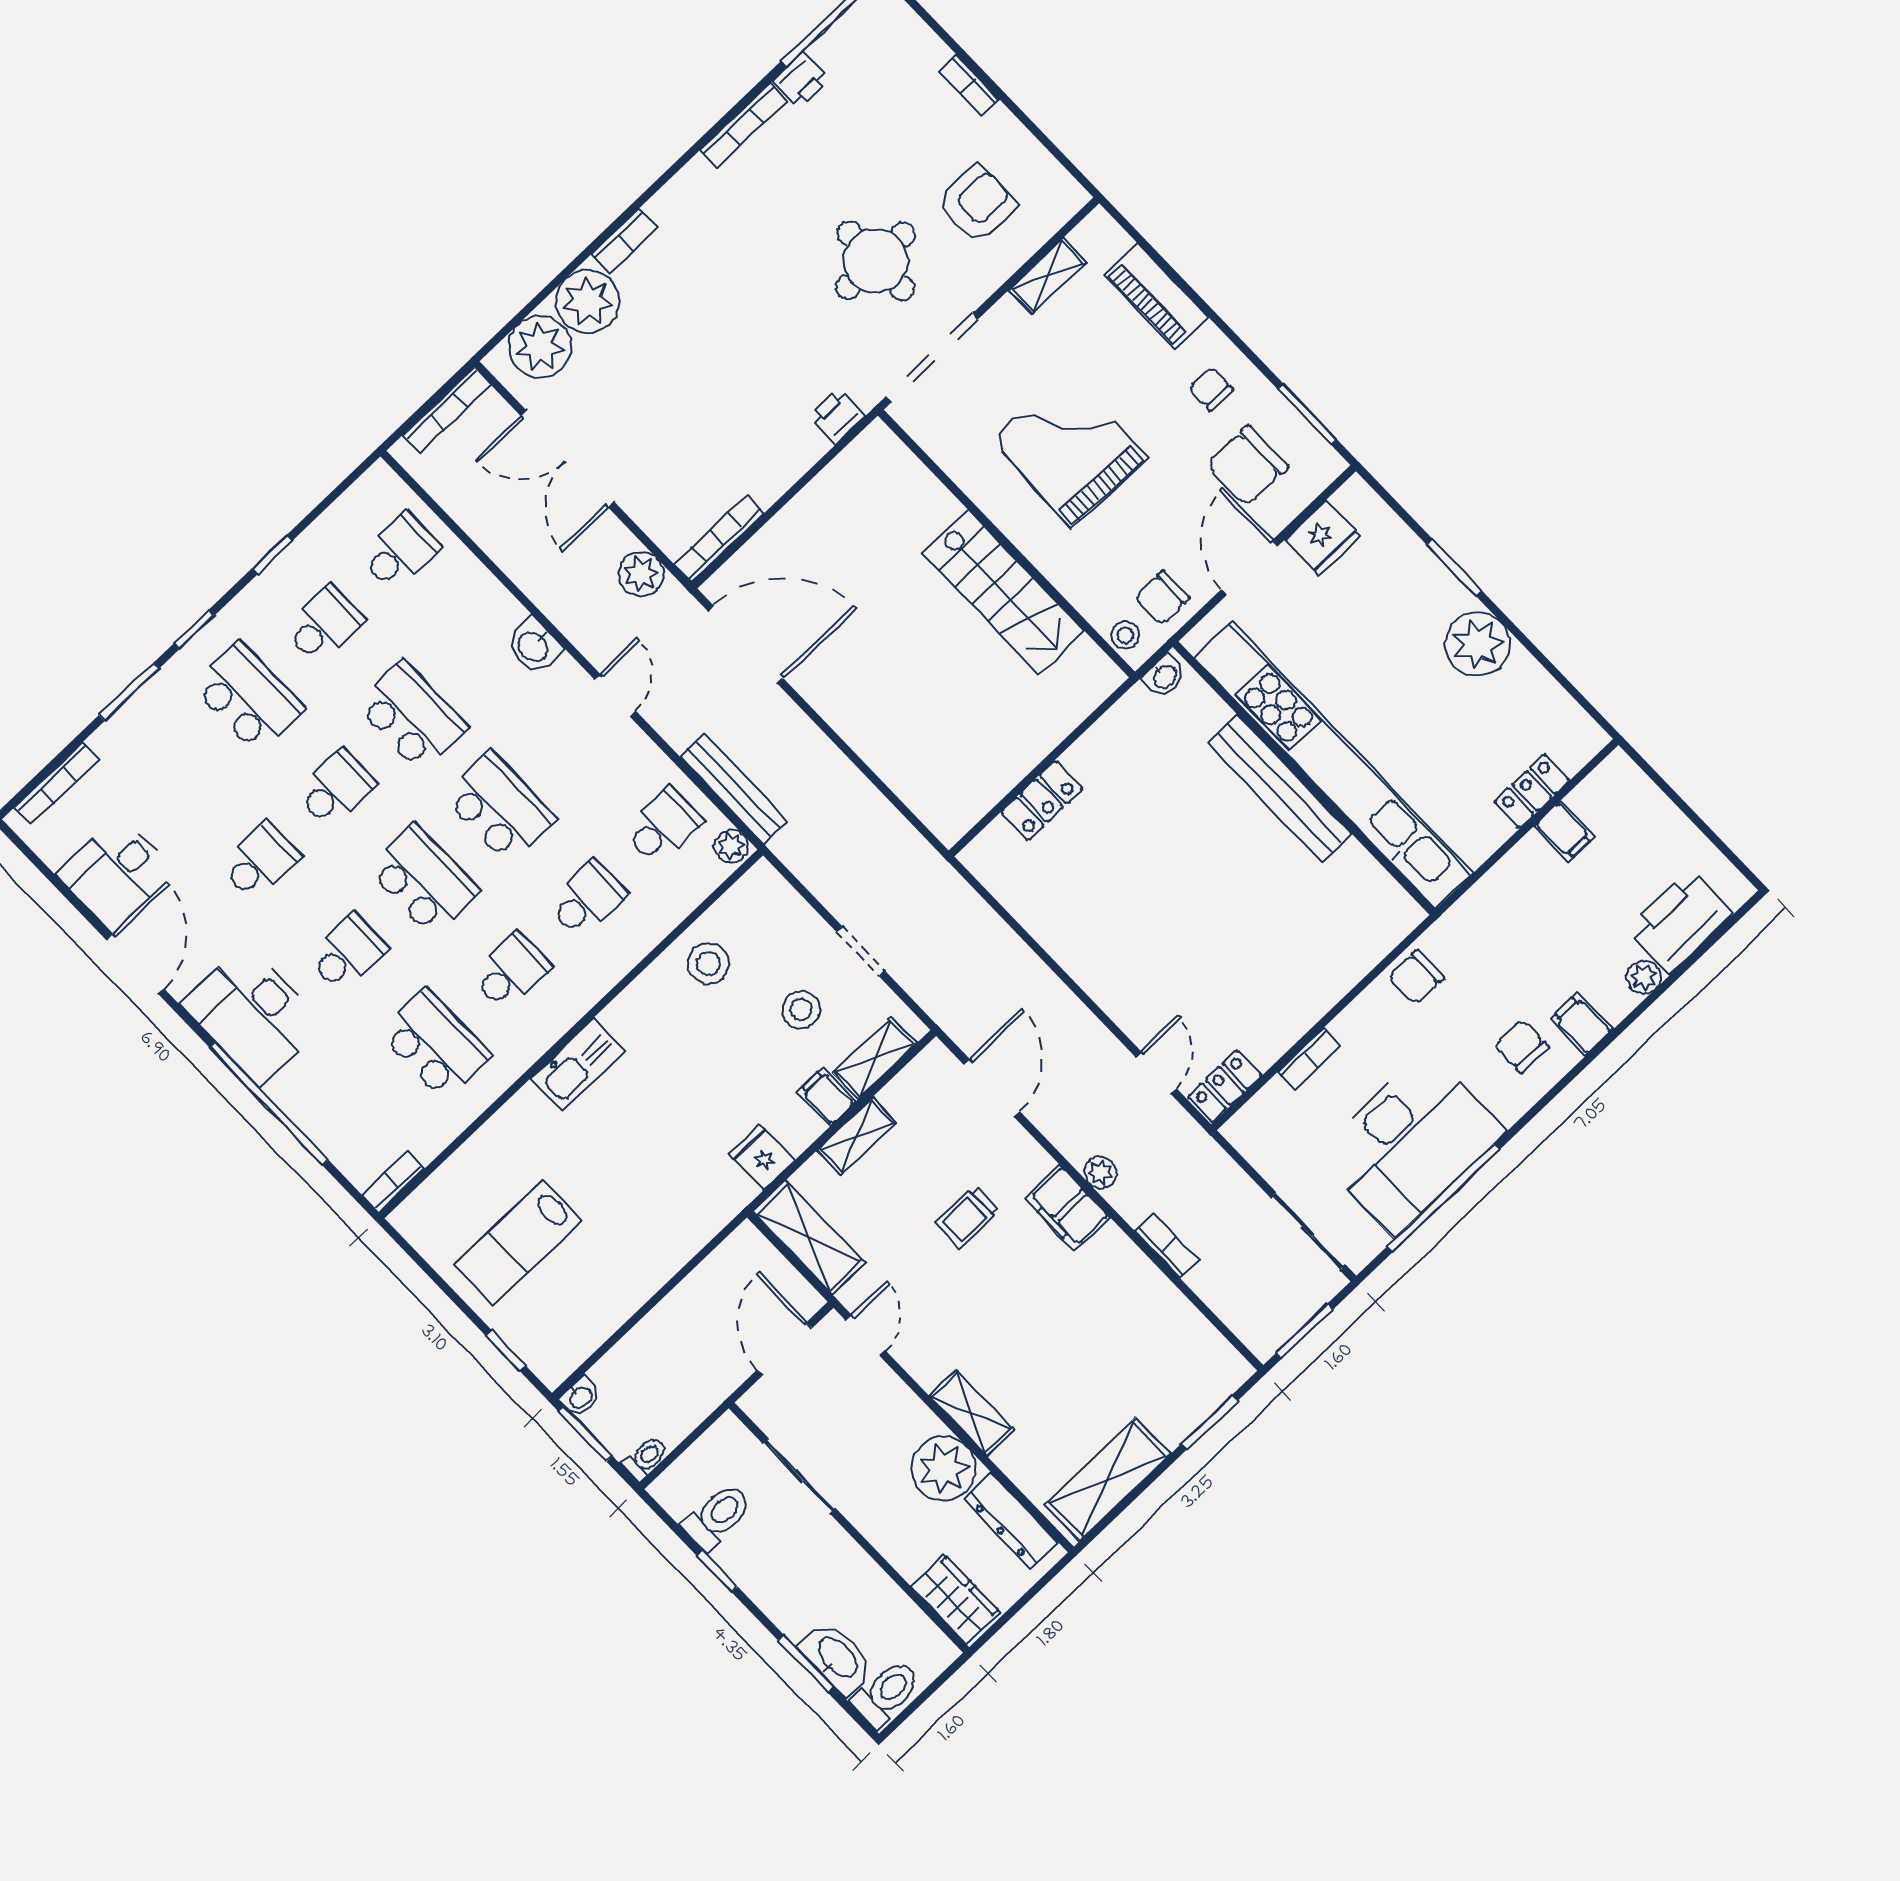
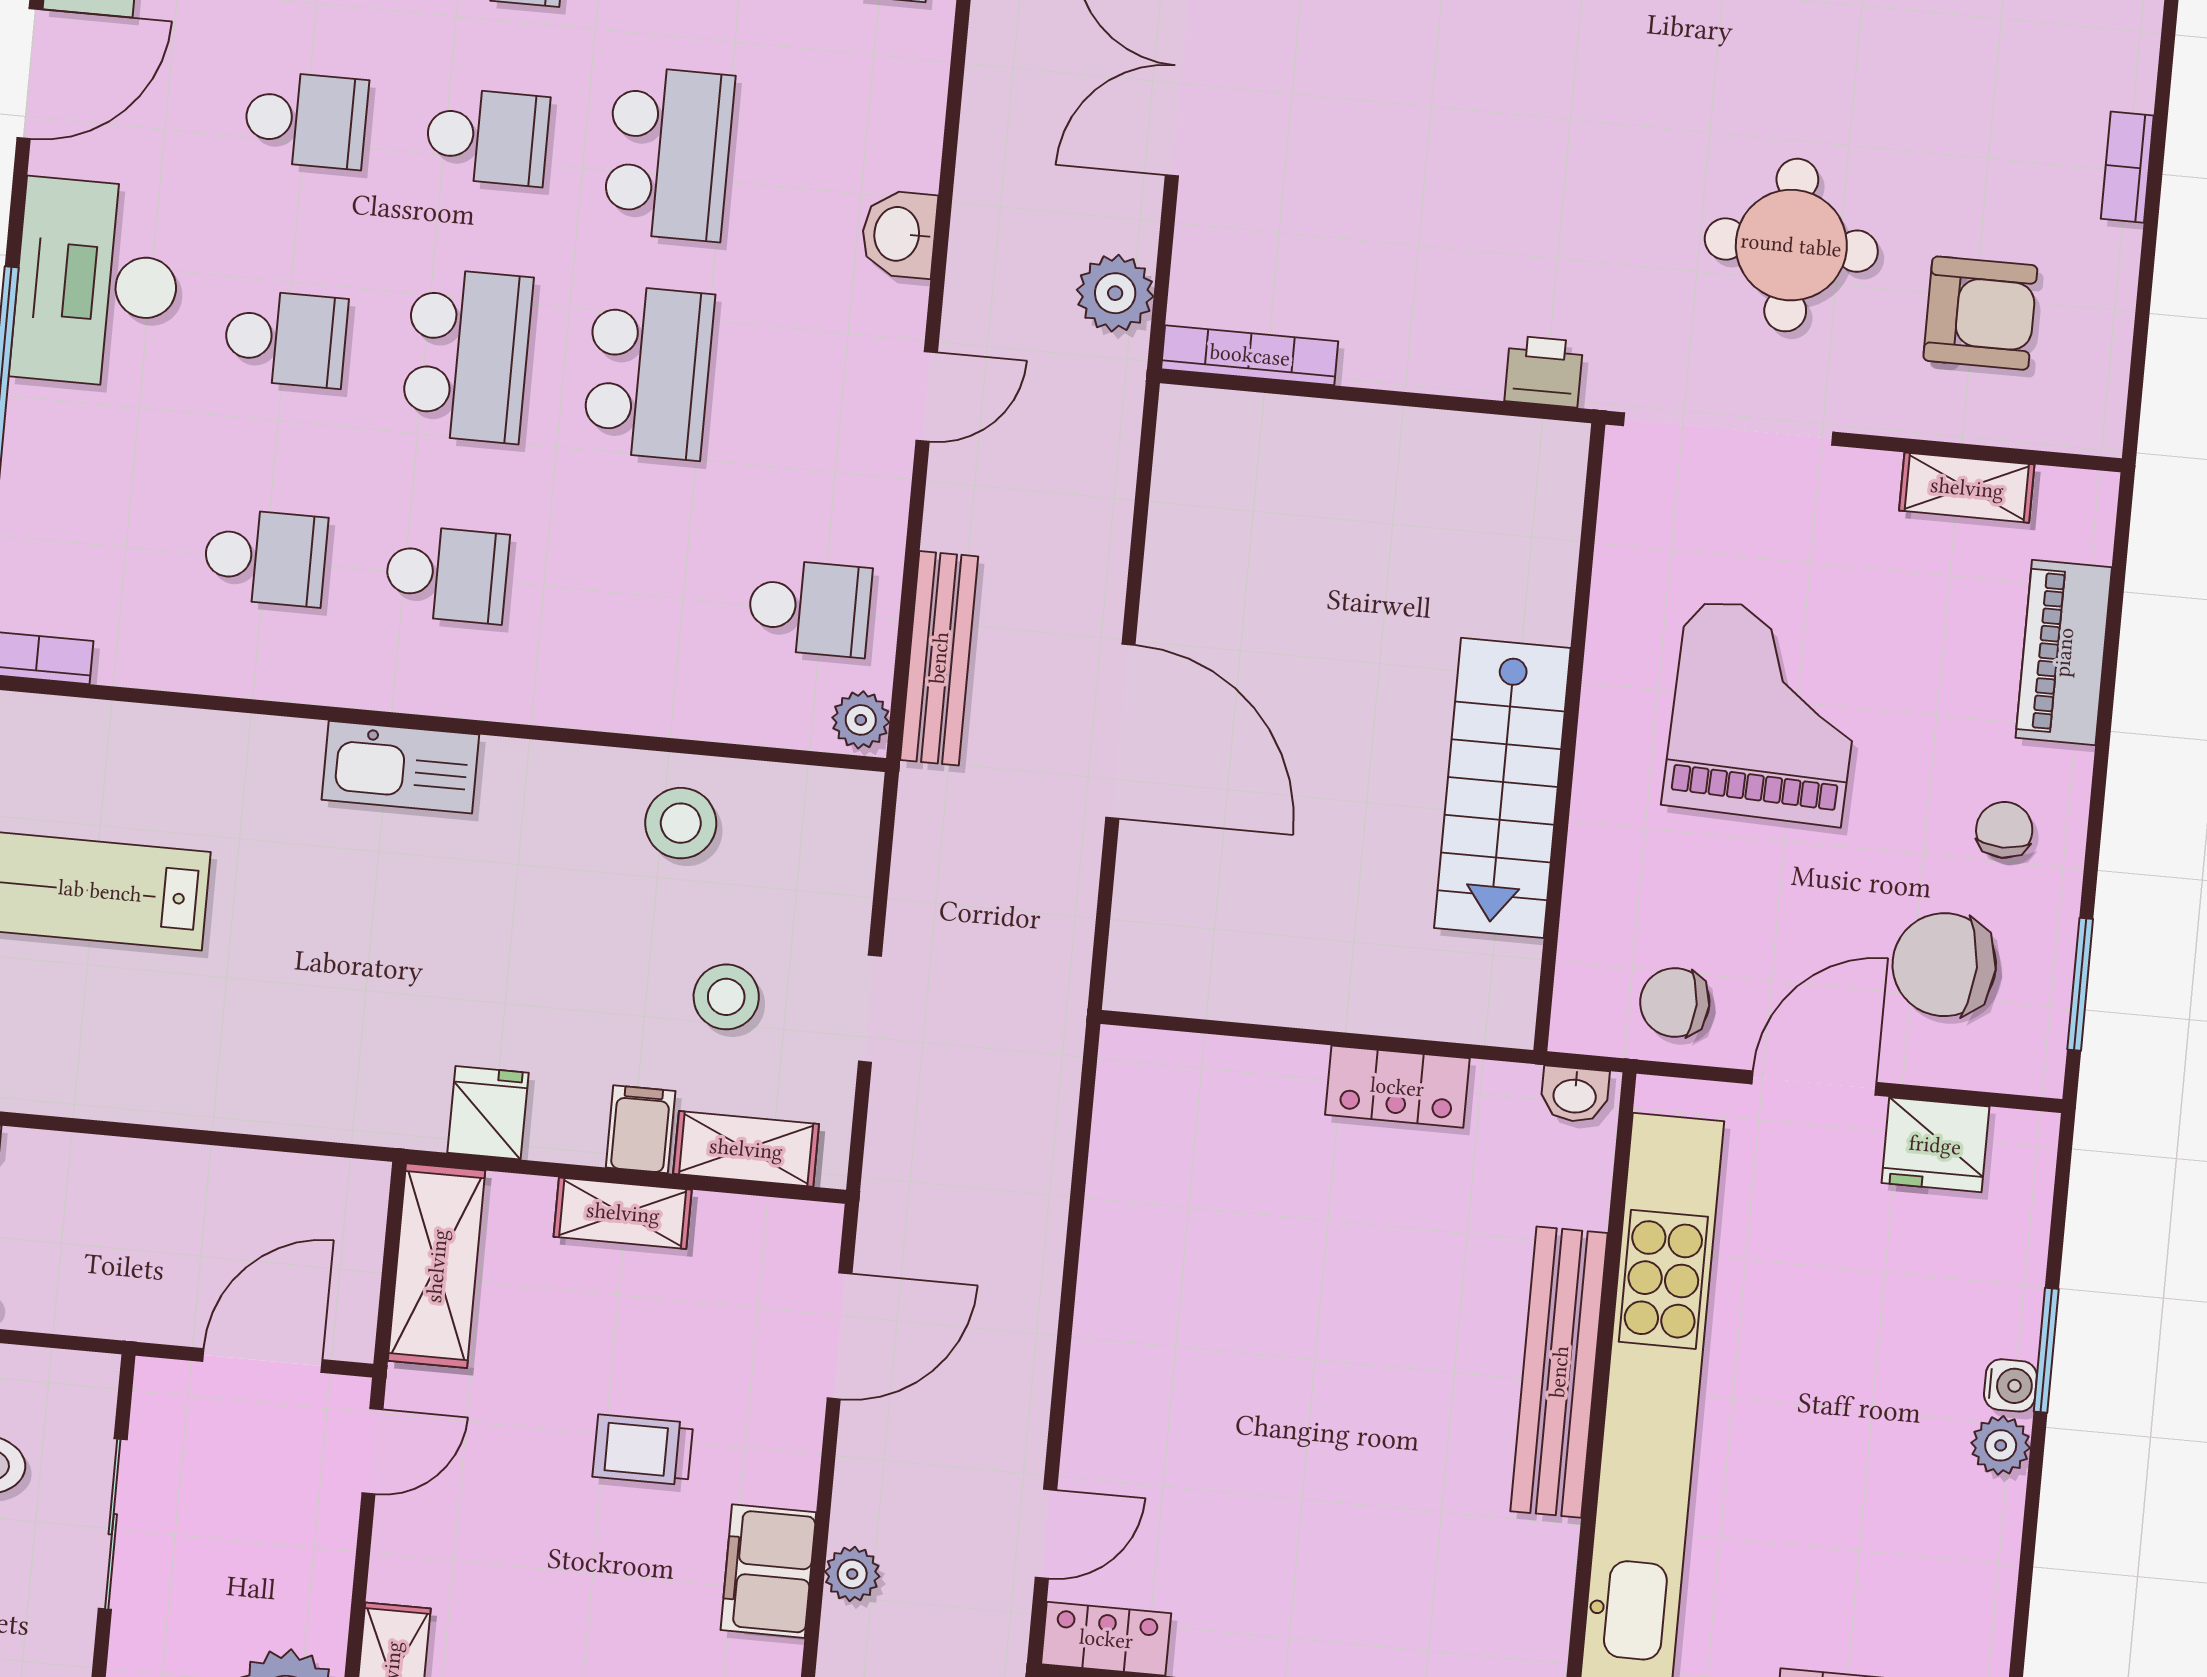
water cooler: (1456, 596) -> (2010, 1385), added
stool: (1125, 635) -> (1584, 997), removed
plant: (1478, 644) -> (2001, 1445), width x0.53, depth x0.53
door: (746, 645) -> (1120, 731), moved
locker: (1042, 801) -> (1397, 1087), moved
school desk: (587, 899) -> (628, 591), removed
school desk: (435, 1044) -> (265, 557), width x0.54

